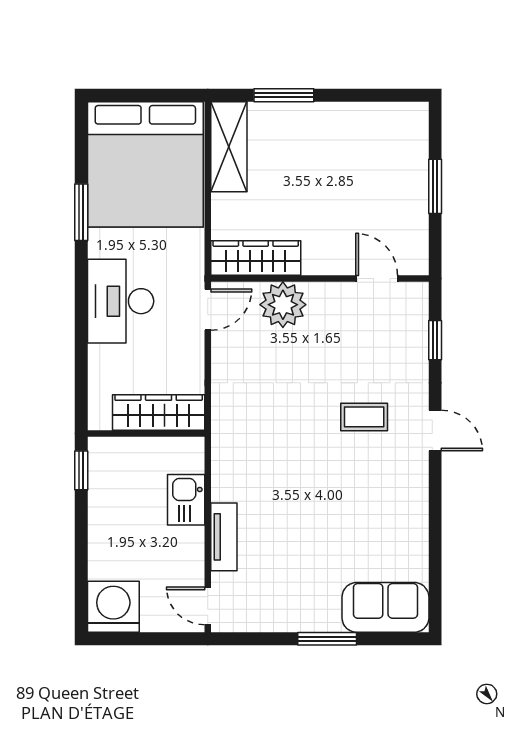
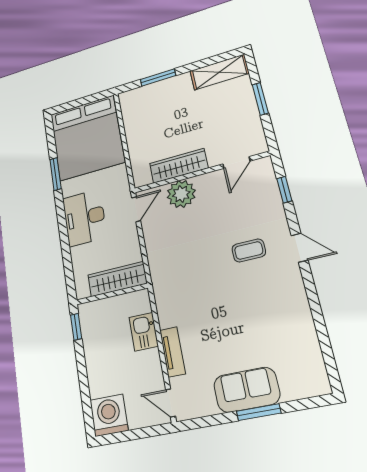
shelving: (229, 147) -> (219, 72), moved, turned 90
wardrobe: (256, 258) -> (179, 166), moved
door: (377, 279) -> (236, 163), swing flipped
sofa: (385, 607) -> (247, 390), moved

